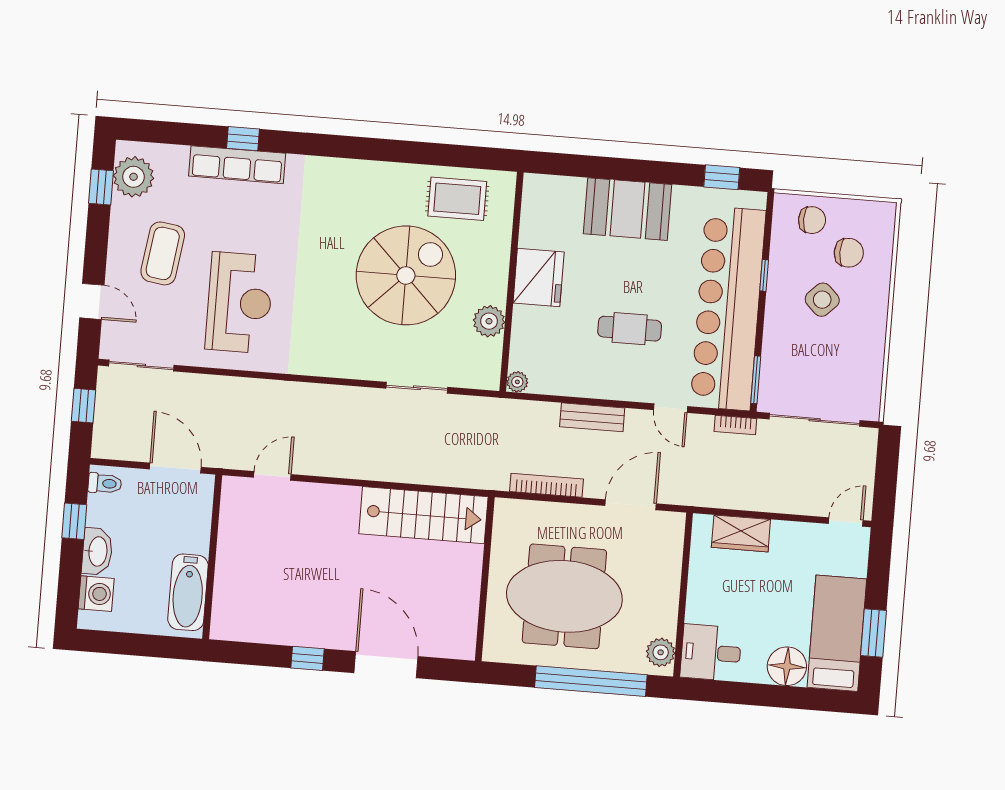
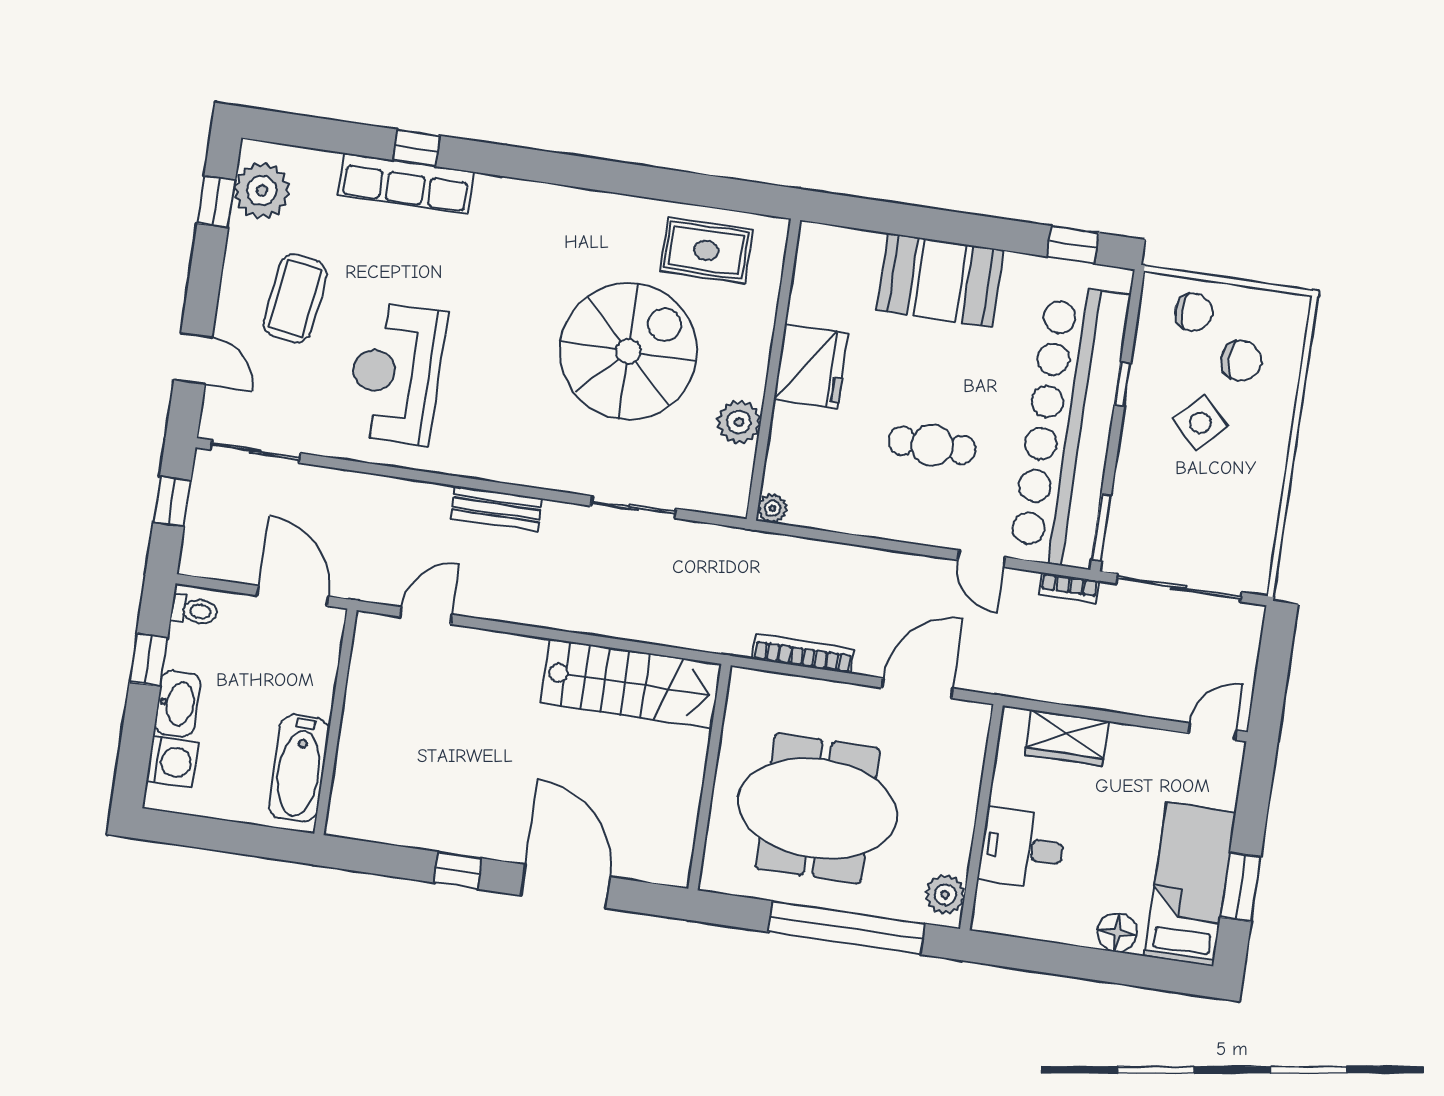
reception desk: (239, 303) -> (396, 374), turned 180
bench: (592, 417) -> (496, 509), moved
desk: (711, 653) -> (1022, 848), moved
floor lamp: (787, 666) -> (1117, 932), width x0.73, depth x0.73

